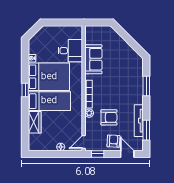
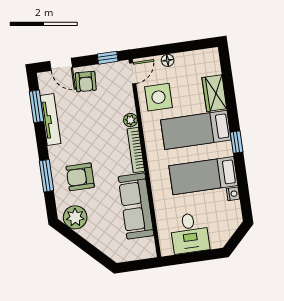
desk: (70, 51) -> (190, 233), moved, turned -90
plant: (132, 58) -> (75, 217), added
sofa: (93, 59) -> (136, 206), width x1.36
bed: (49, 77) -> (203, 176), width x0.67
armchair: (109, 117) -> (80, 177), moved
side table: (70, 125) -> (158, 97), added

